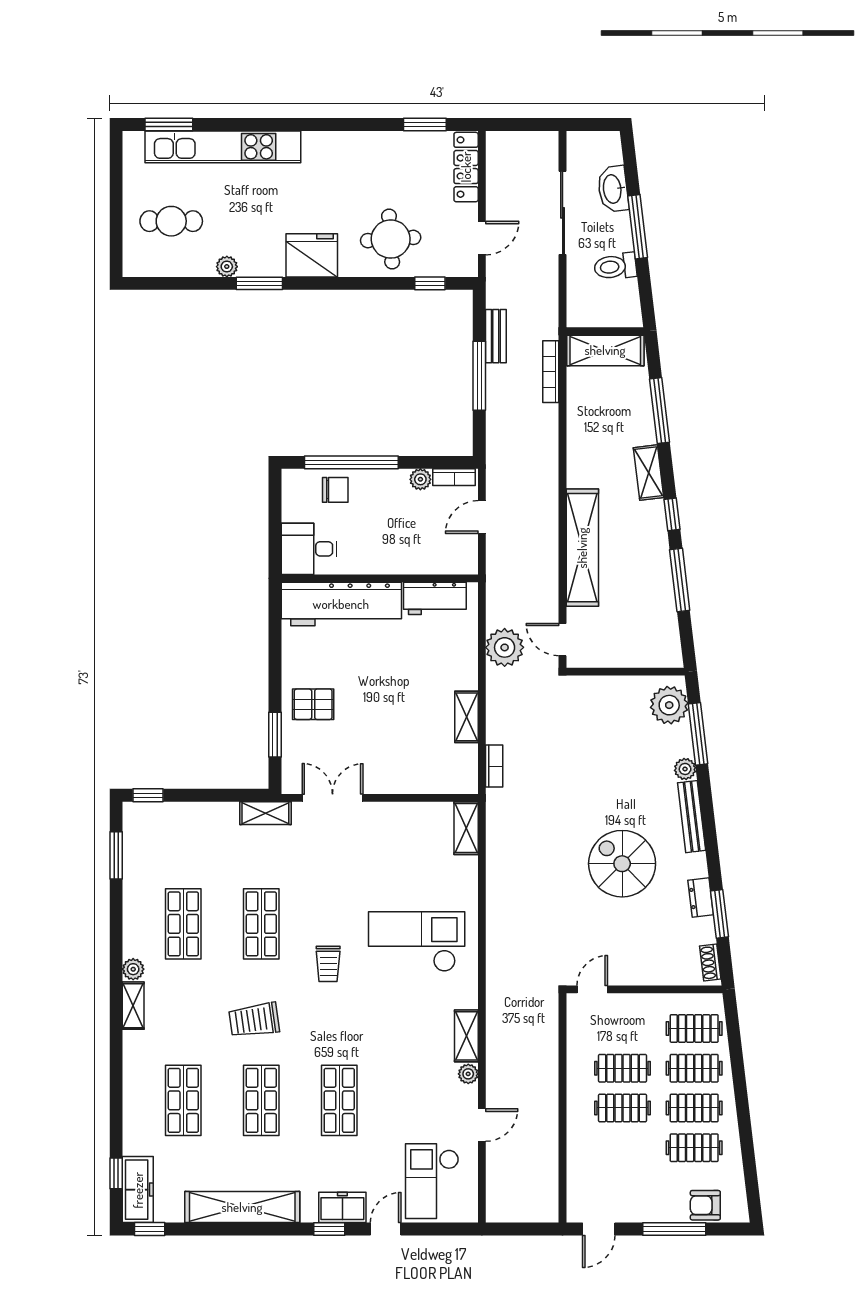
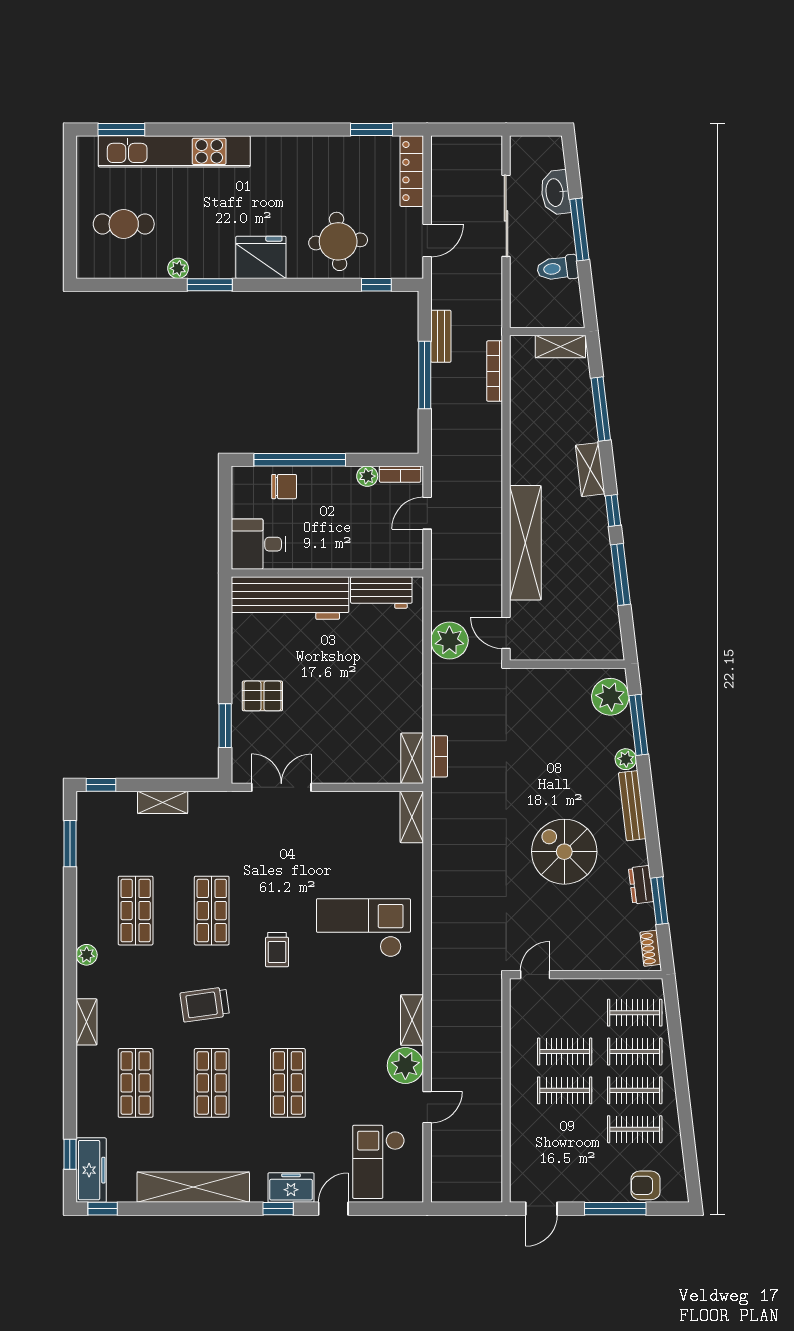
shelving: (605, 350) -> (560, 347), width x0.67, depth x0.75
shelving: (466, 717) -> (412, 758), moved
shelving: (265, 813) -> (163, 802), moved
shelving: (133, 1006) -> (87, 1022), moved
plant: (468, 1074) -> (405, 1066), width x1.88, depth x1.88

